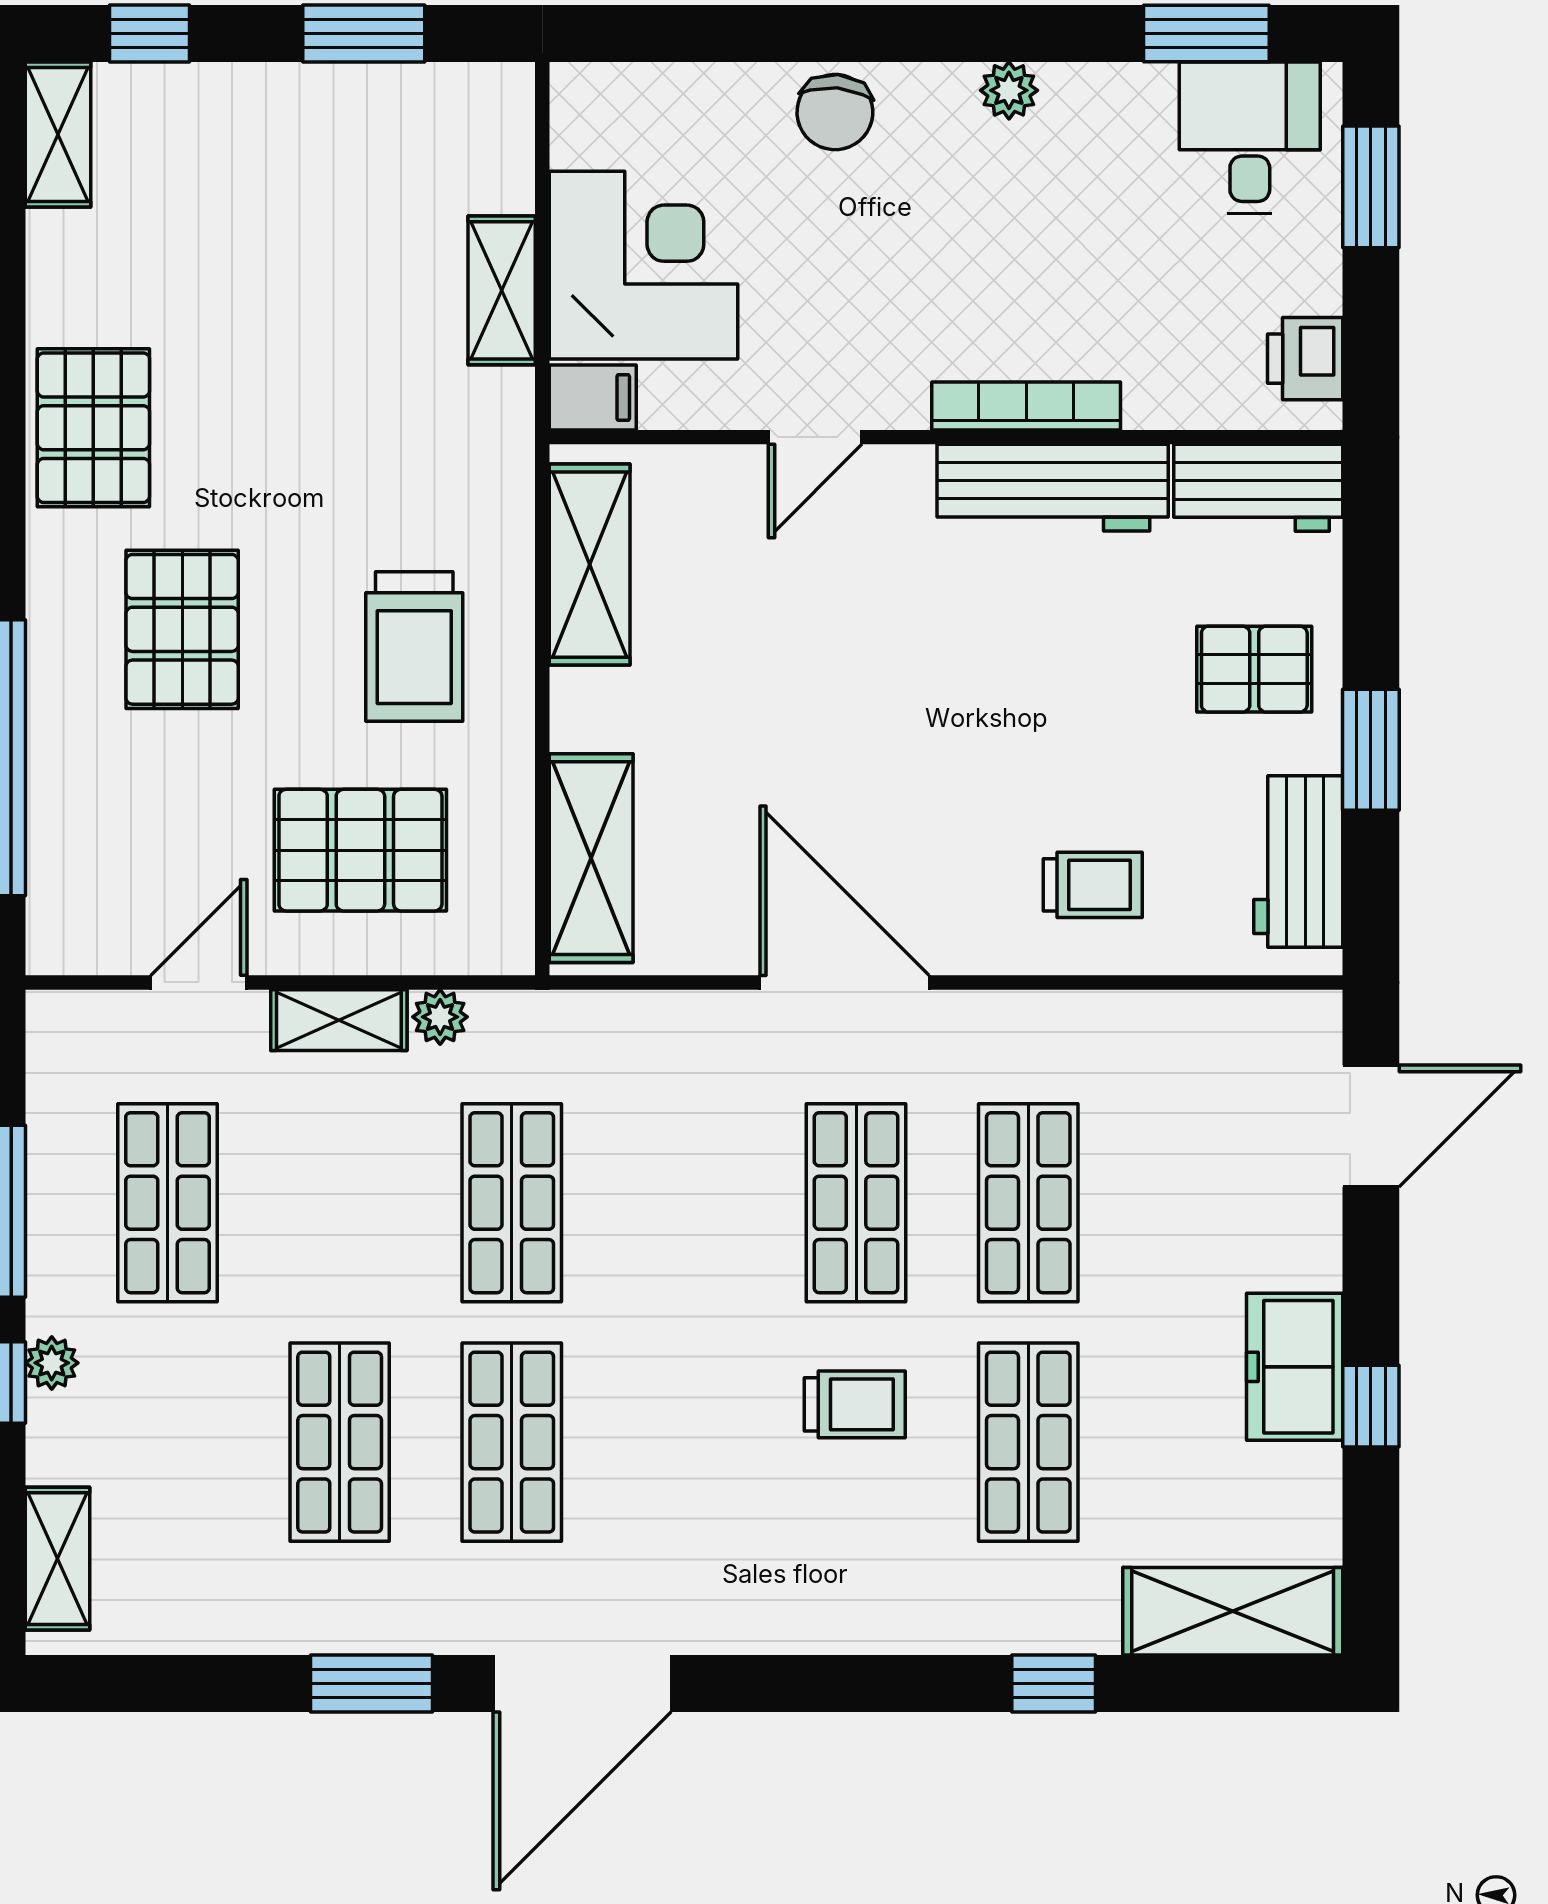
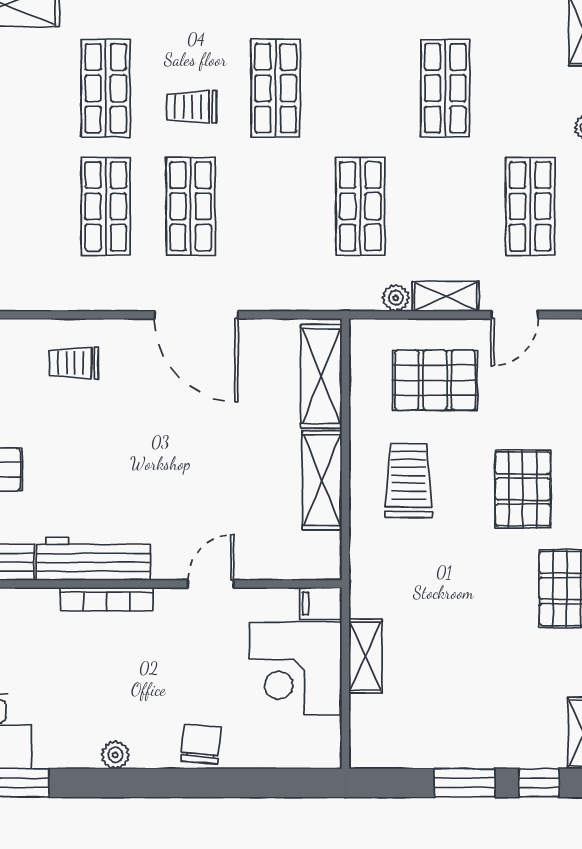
window: (364, 33) -> (465, 783), moved
shelving: (590, 565) -> (322, 480), moved
shop shelf: (512, 1442) -> (276, 88), moved

